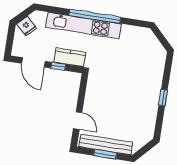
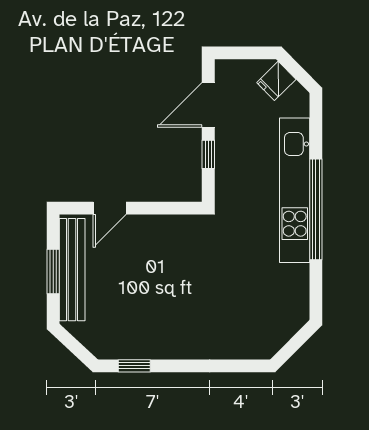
kitchen counter: (70, 57) -> (229, 174), removed
window: (163, 98) -> (134, 366), moved

